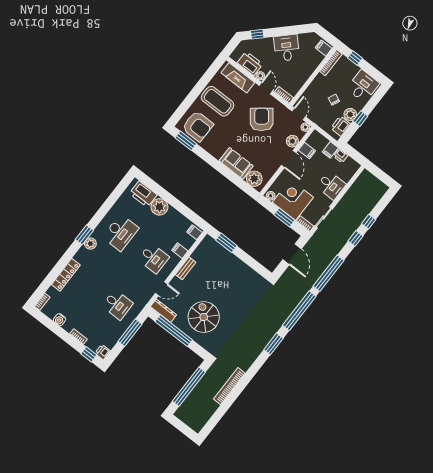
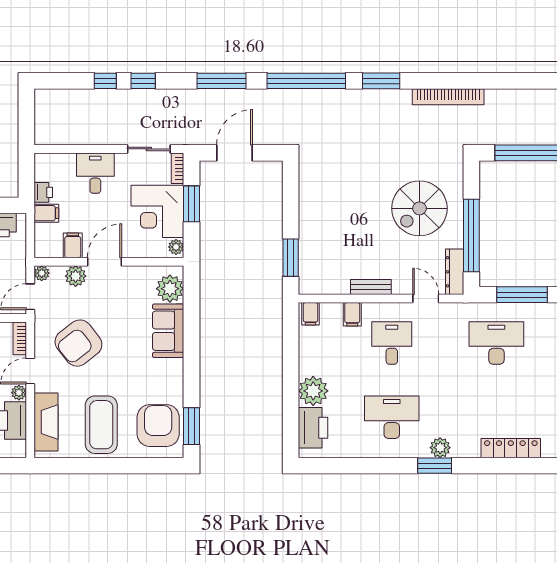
window: (329, 273) -> (221, 81), width x0.68
desk: (117, 305) -> (496, 343), width x1.37
bookcase: (229, 386) -> (448, 97), moved

